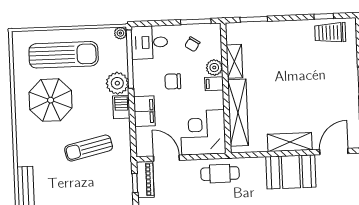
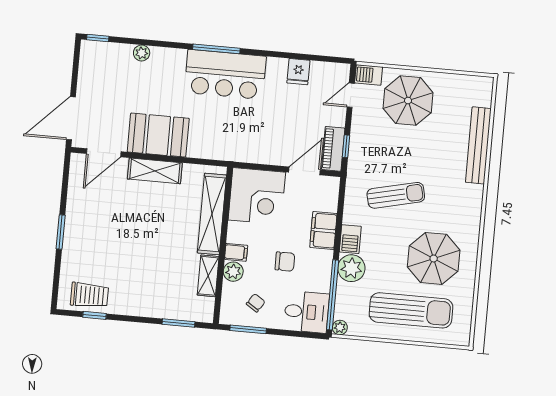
sun lounger: (64, 55) -> (411, 310), turned 180
door: (166, 158) -> (304, 171), swing flipped
cafe table: (220, 174) -> (243, 144), removed

